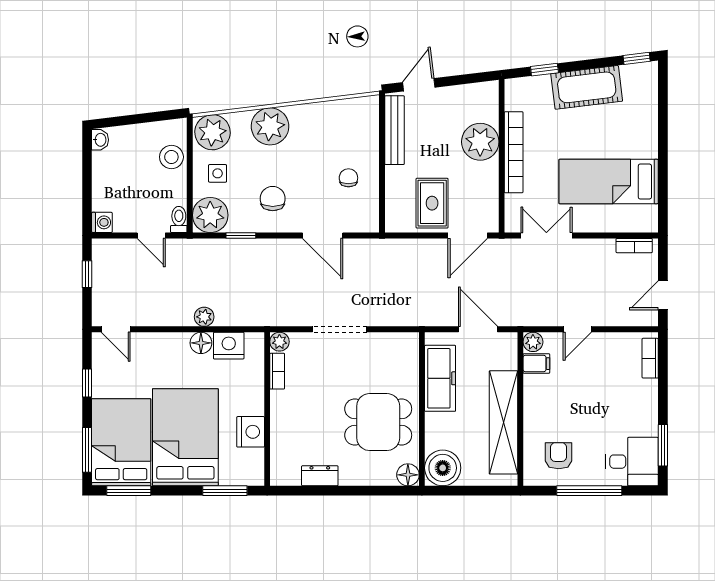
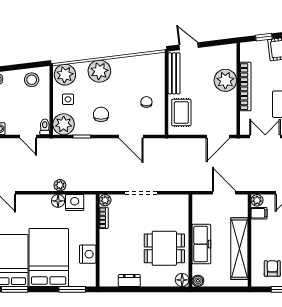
door: (419, 85) -> (189, 46), hinge flipped
stool: (171, 157) -> (32, 80), moved
rug: (432, 203) -> (181, 113), moved
freezer: (440, 378) -> (201, 244), moved
boiler: (443, 468) -> (198, 281), width x0.54, depth x0.54

